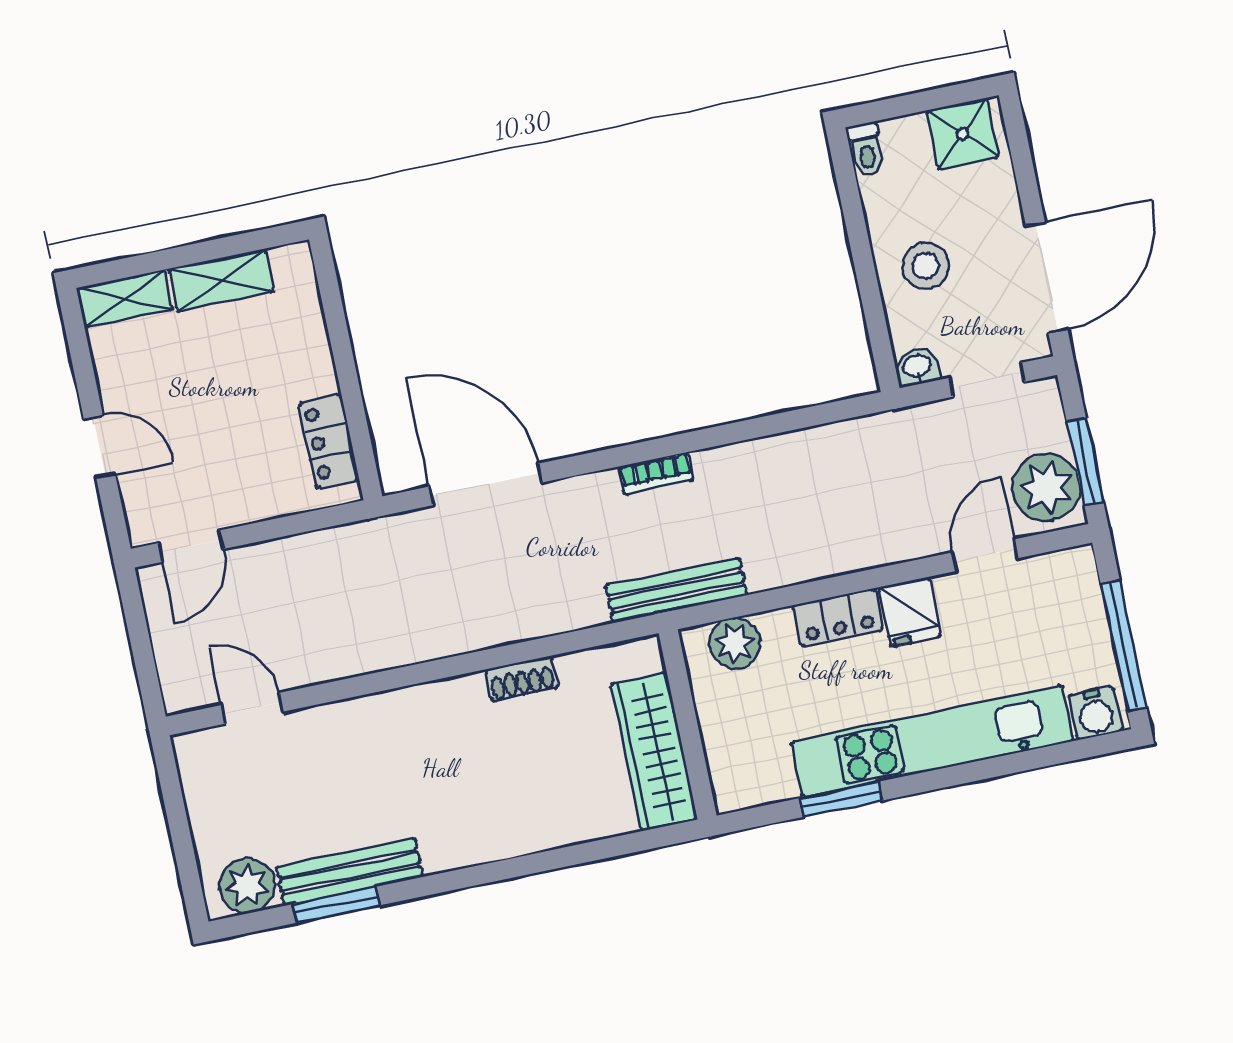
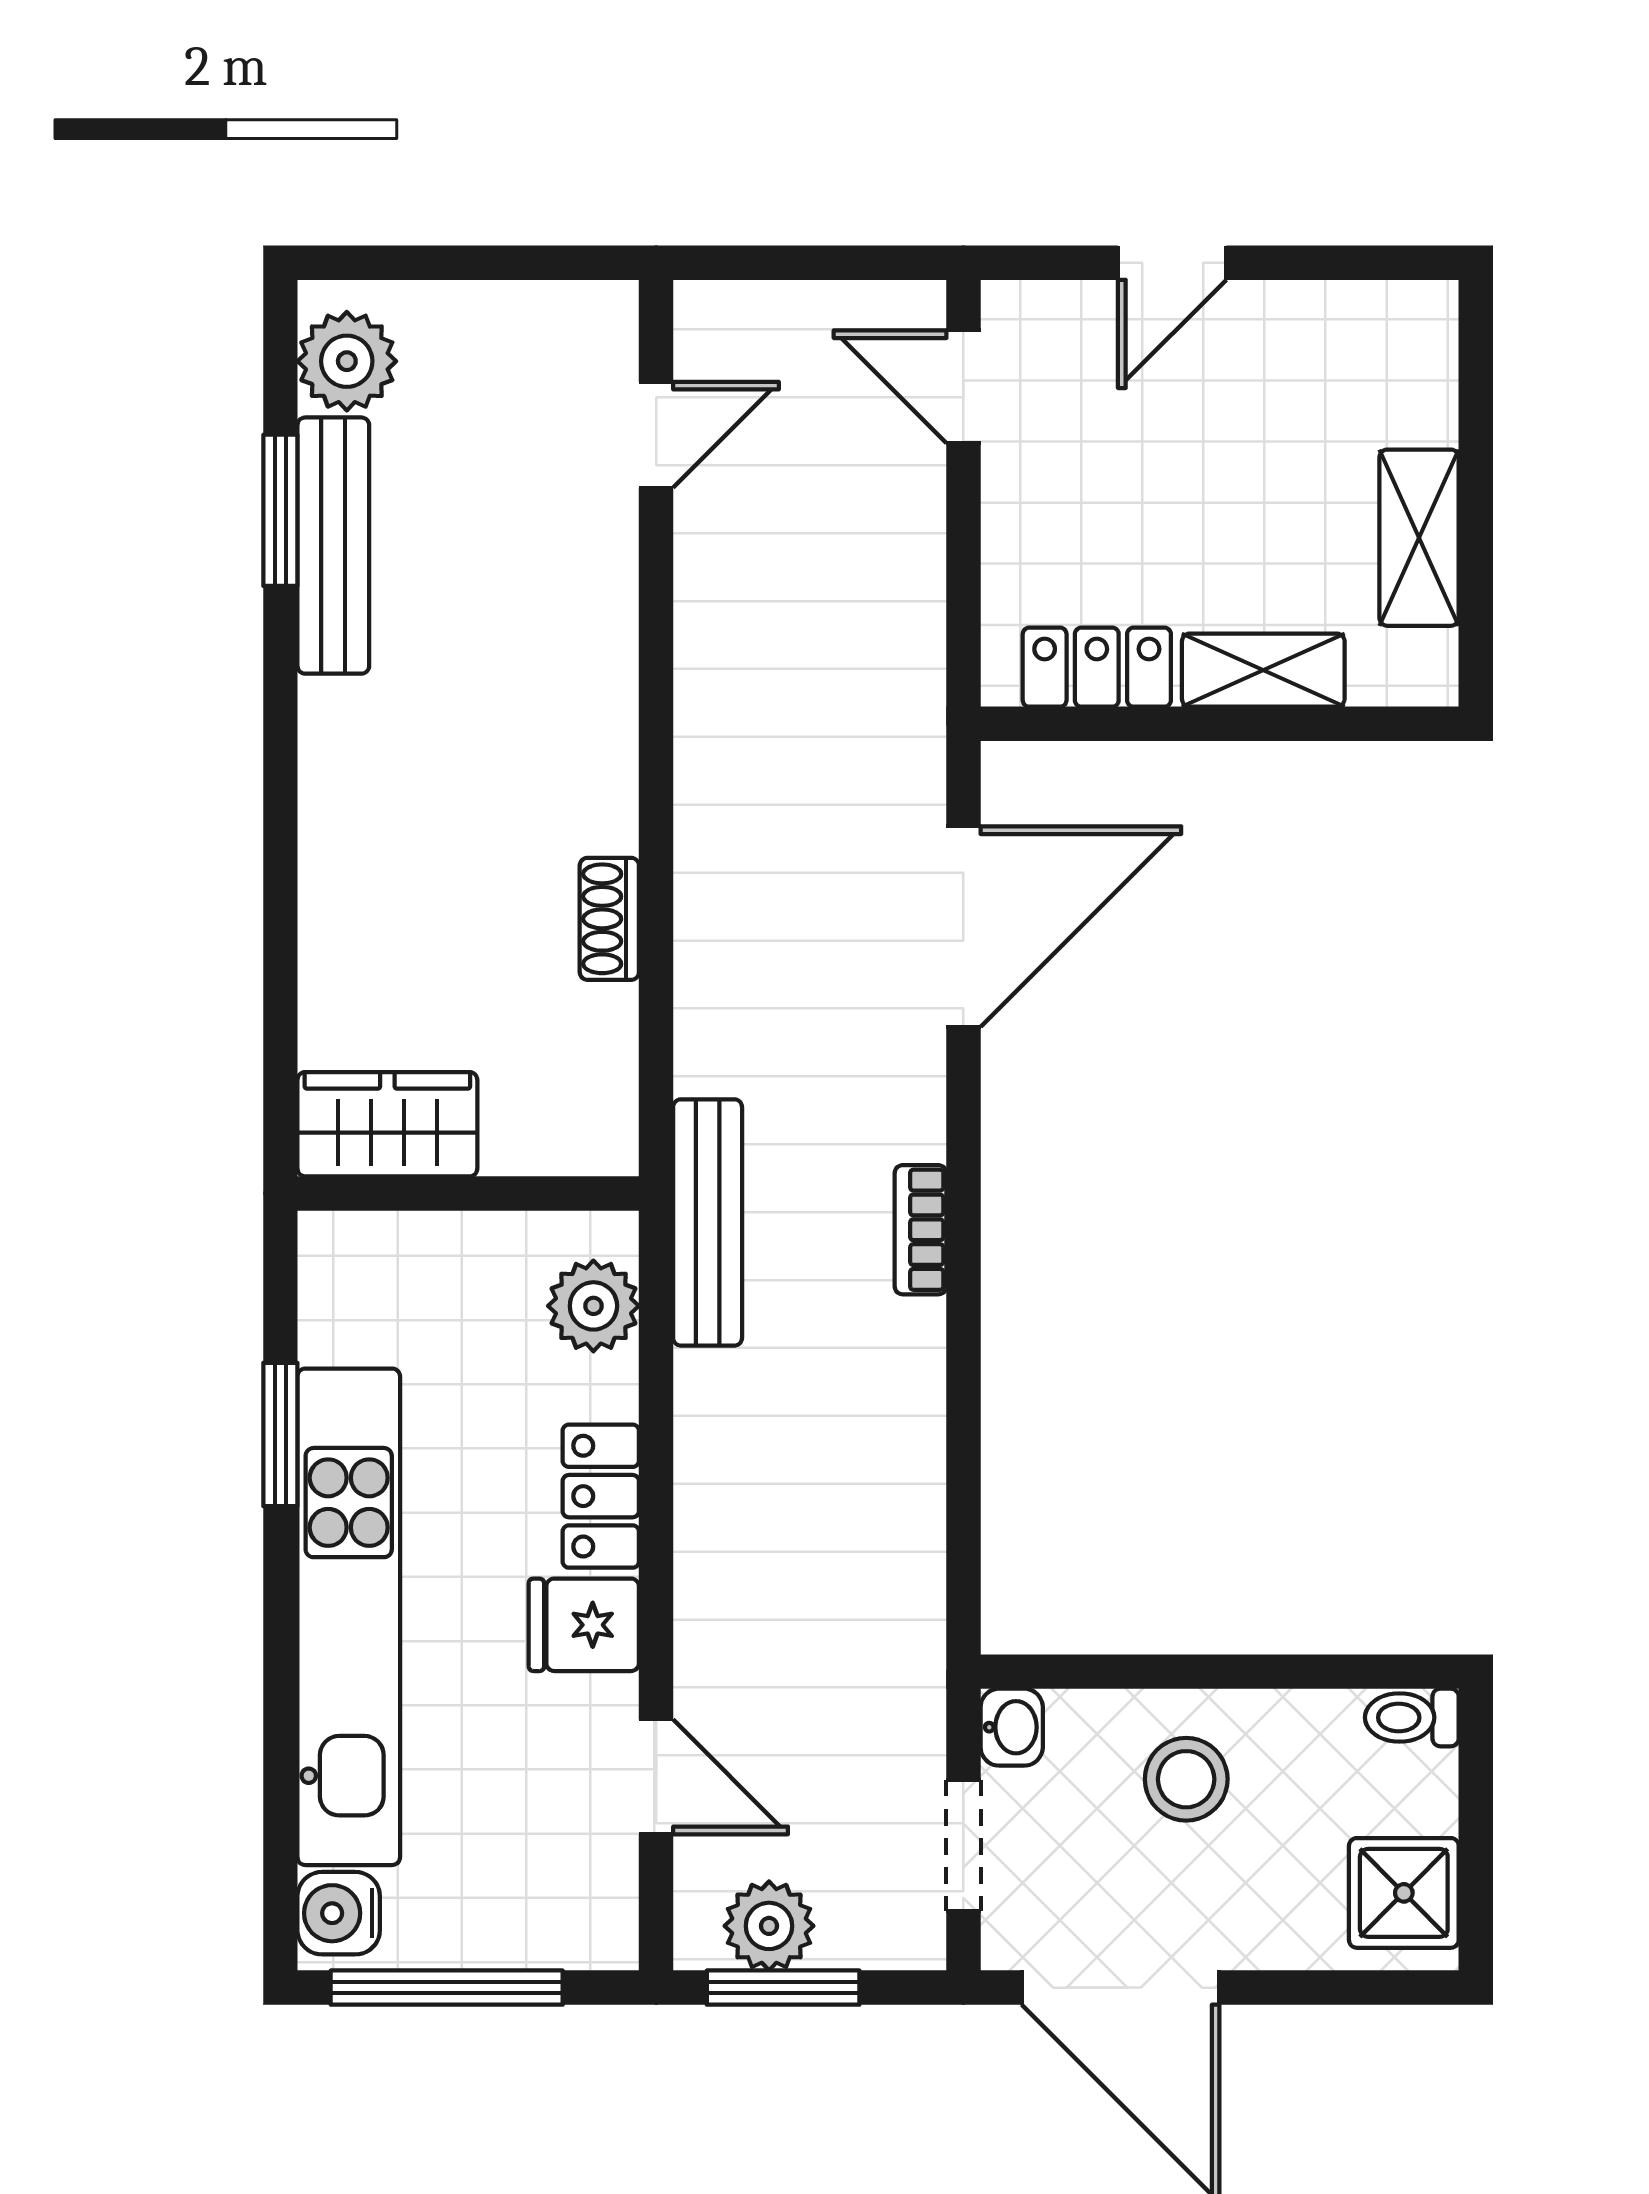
shelving: (125, 299) -> (1263, 670), moved, turned 90
plant: (1046, 487) -> (769, 1926), width x0.73, depth x0.73
wardrobe: (654, 752) -> (387, 1124), width x0.67

